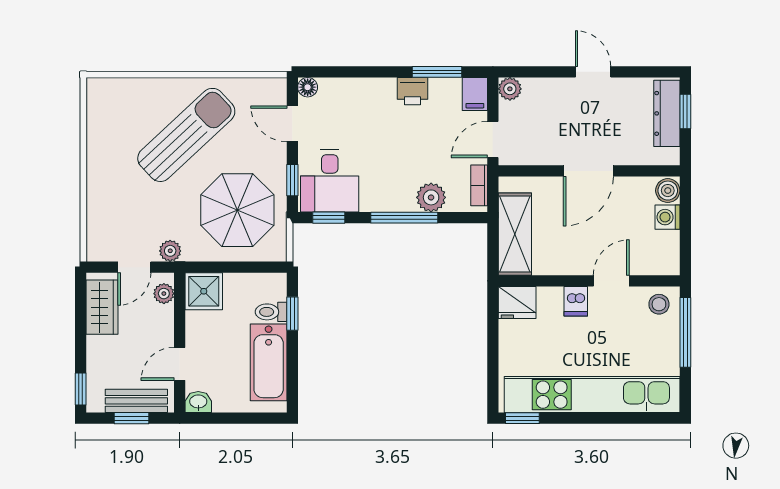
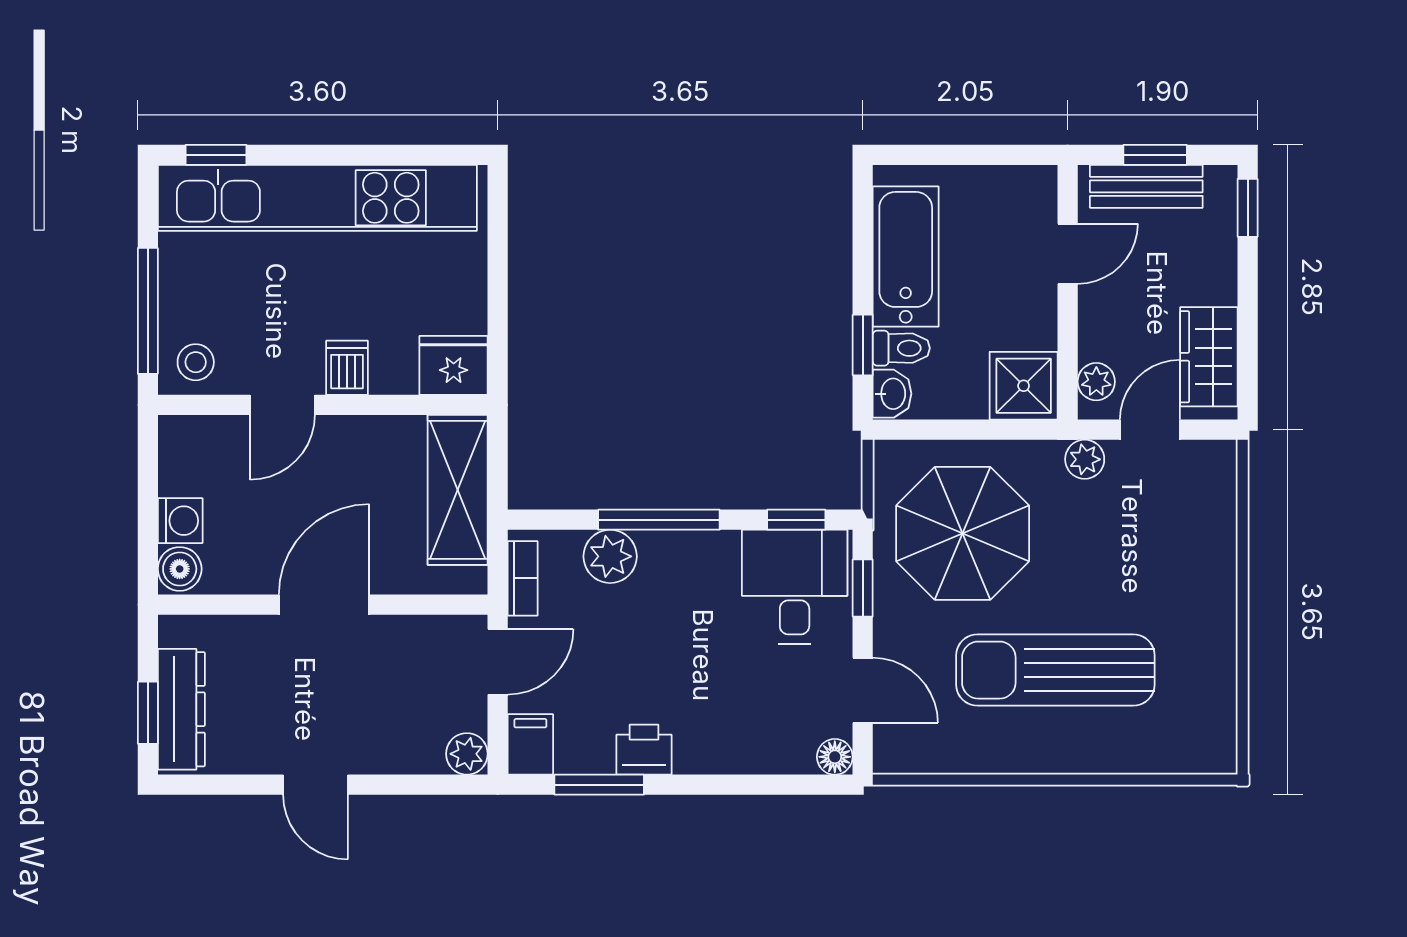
sun lounger: (186, 135) -> (1055, 670), turned 43
washbasin: (198, 402) -> (892, 394), moved, turned -90
window: (522, 418) -> (216, 155), moved

